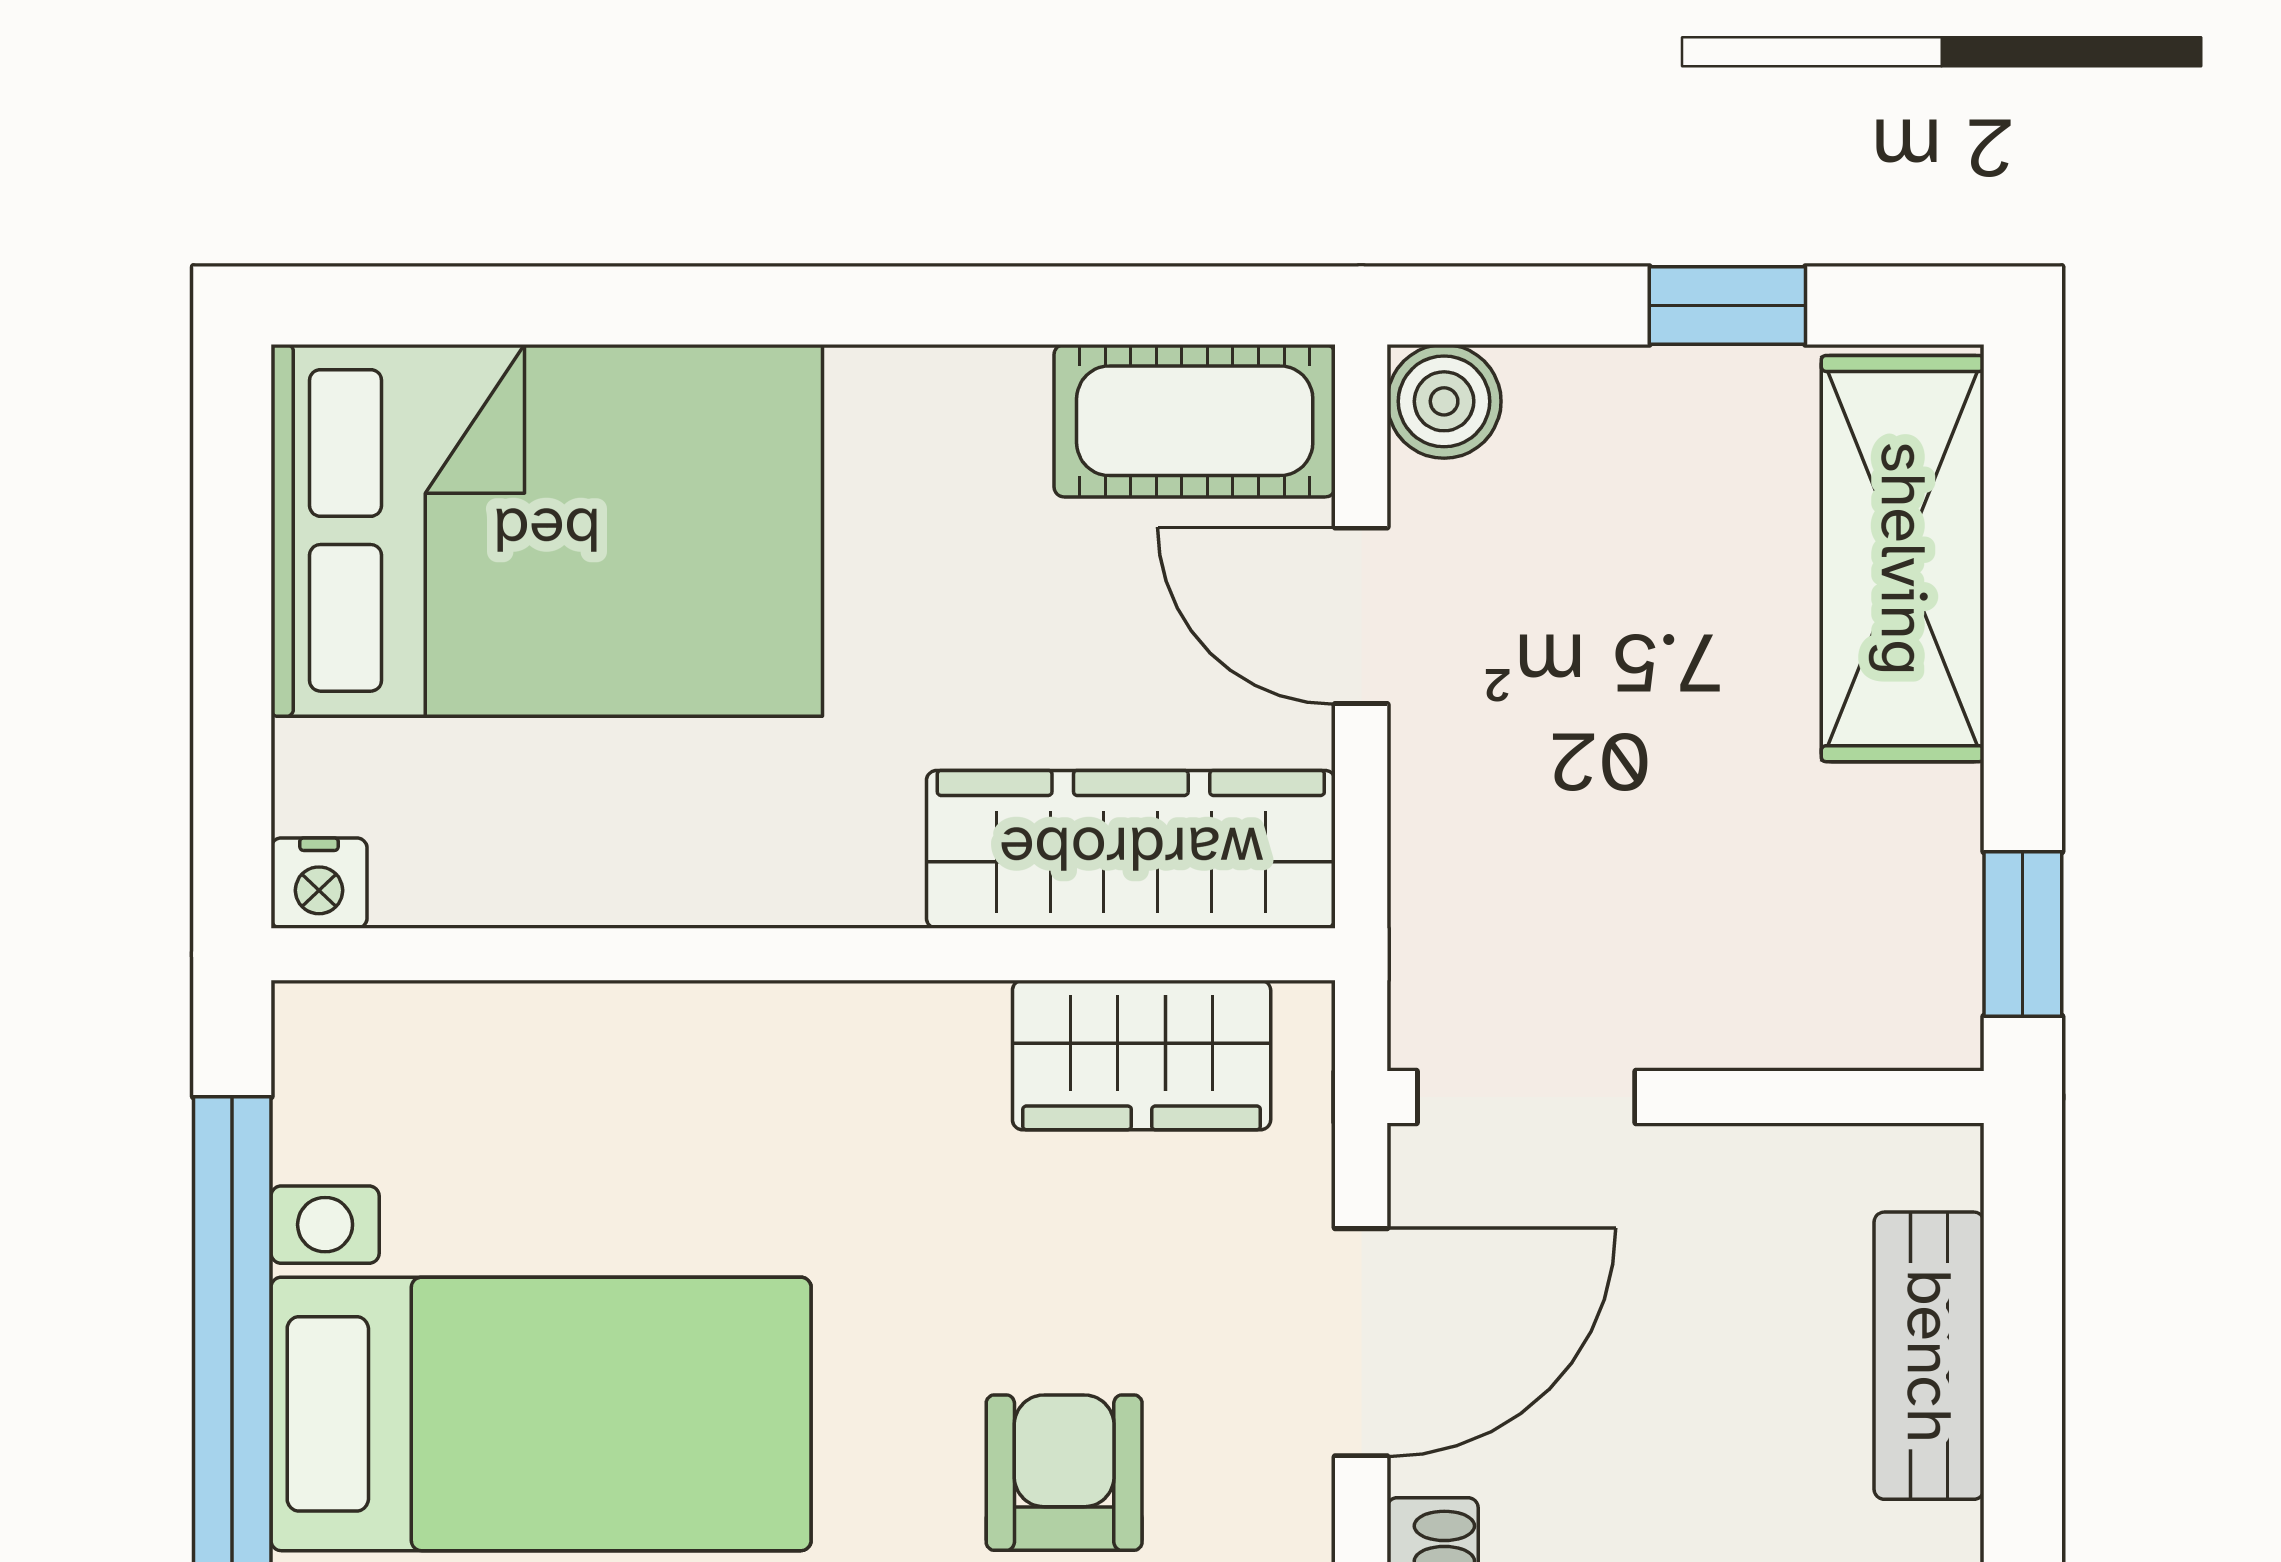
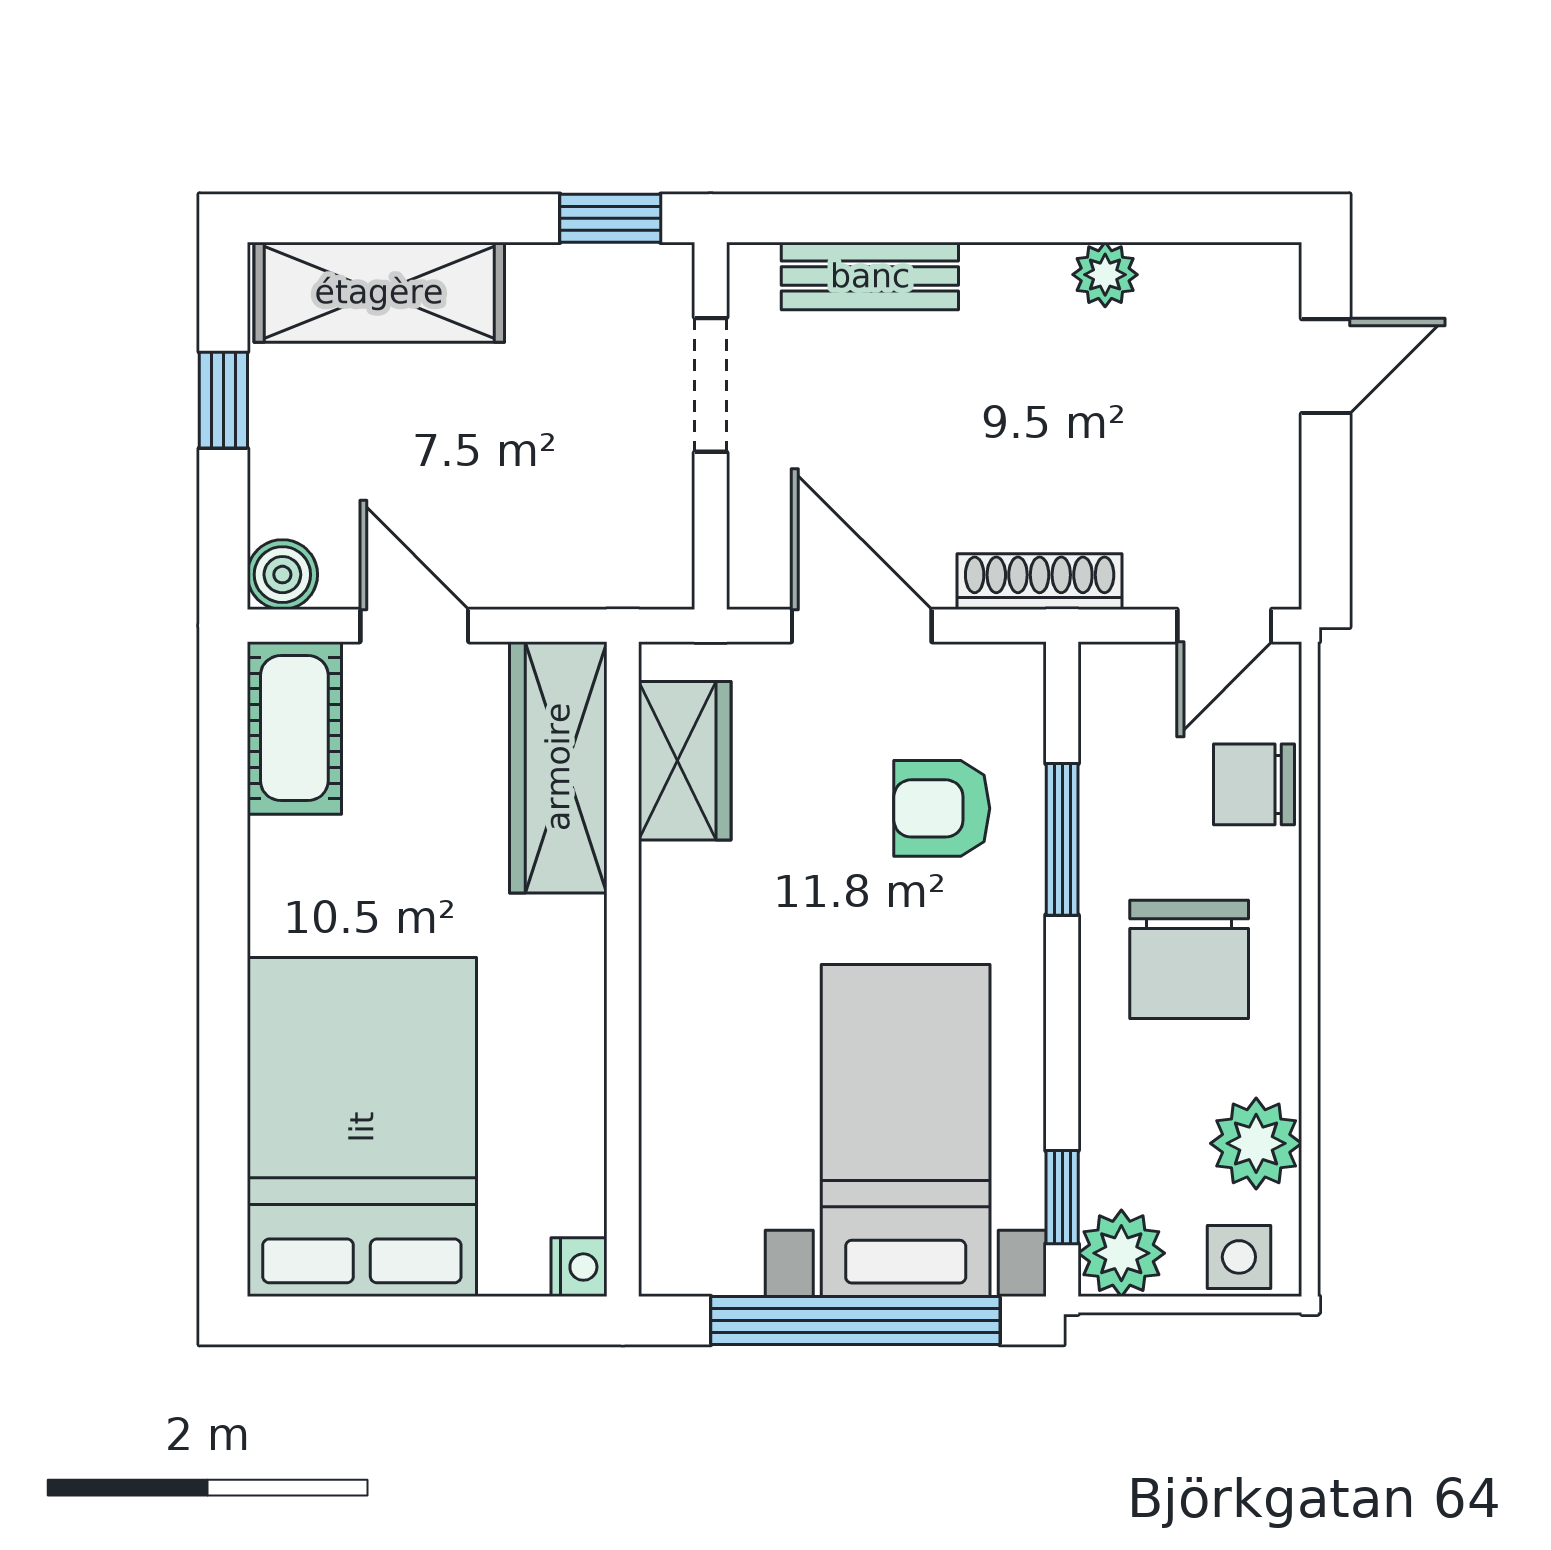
door: (1361, 616) -> (414, 626), swing flipped
doorway: (1526, 1097) -> (711, 385), moved

